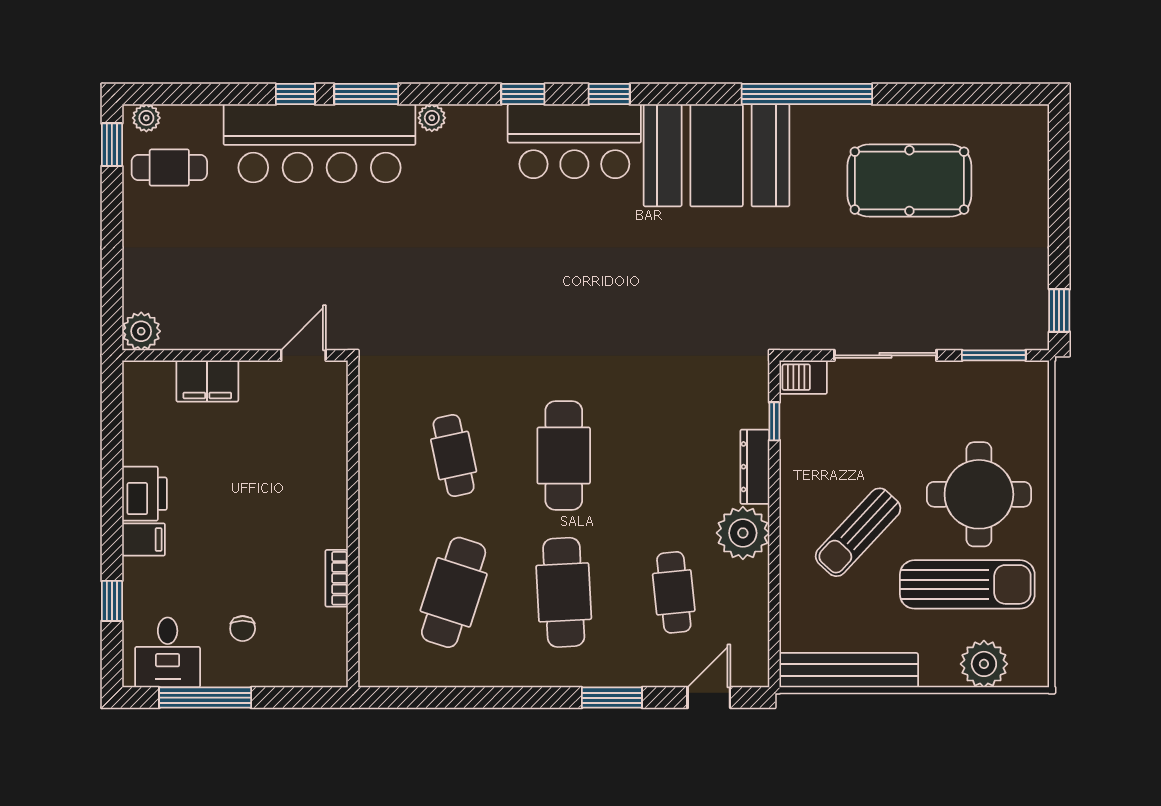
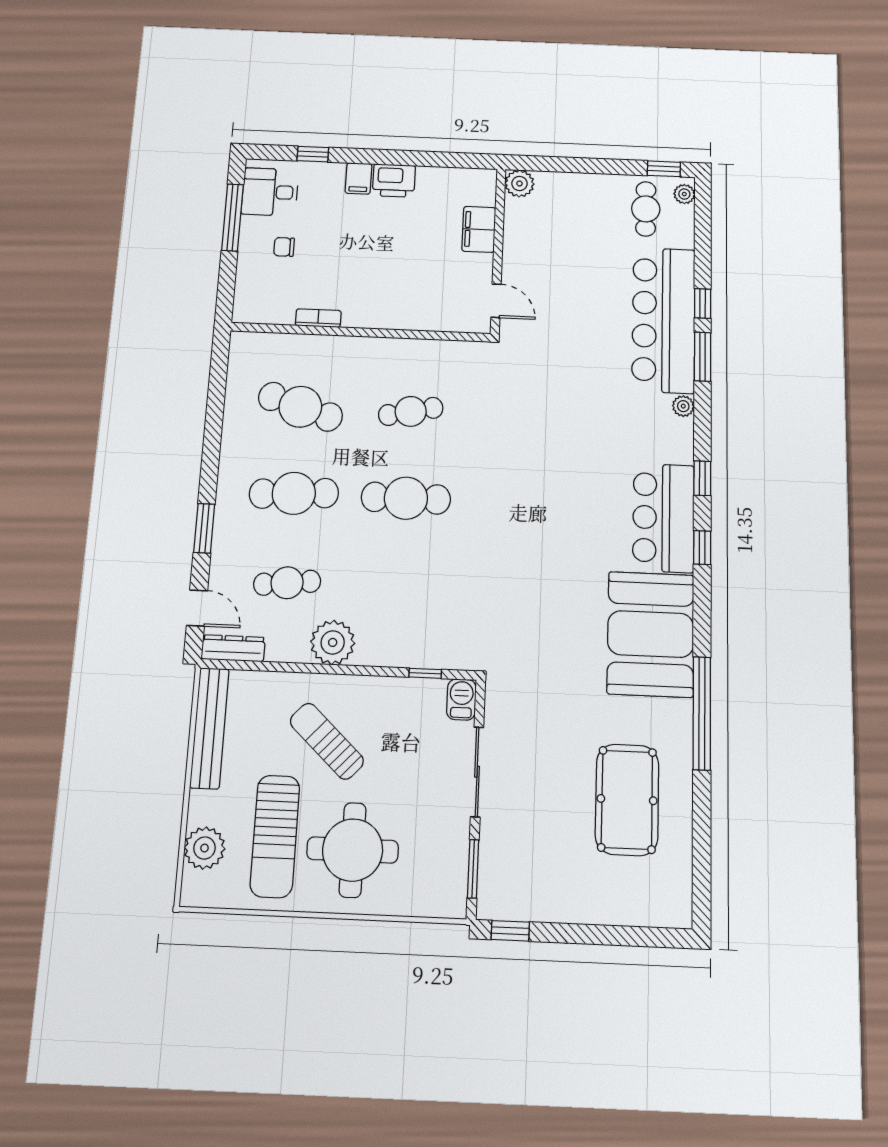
dresser: (755, 467) -> (233, 648), moved

